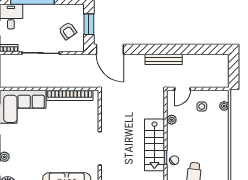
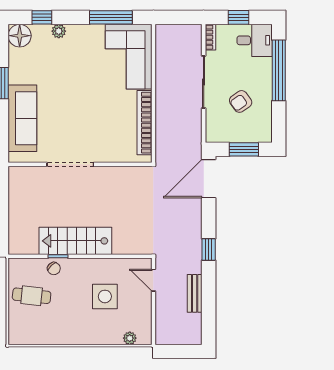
armchair: (68, 31) -> (241, 101), moved
window: (161, 49) -> (209, 250), added
bench: (164, 59) -> (195, 293), moved, width x0.73
side table: (202, 106) -> (105, 296), moved, width x1.87, depth x1.87
plant: (172, 120) -> (111, 265), removed

